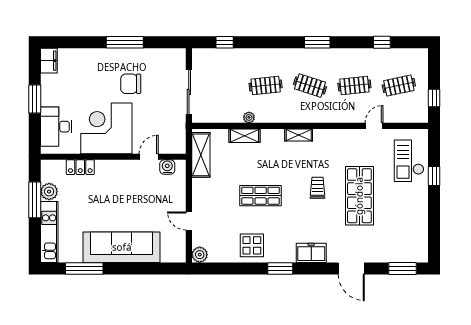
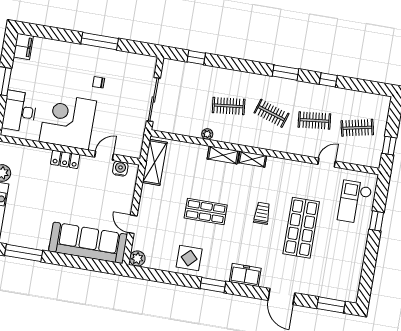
window: (382, 42) -> (328, 80), moved
chair: (131, 84) -> (99, 82), width x0.54, depth x0.54
shelving: (245, 136) -> (223, 155), moved
locker: (80, 167) -> (65, 159), moved
sofa: (122, 247) -> (88, 243), moved

